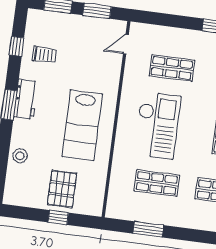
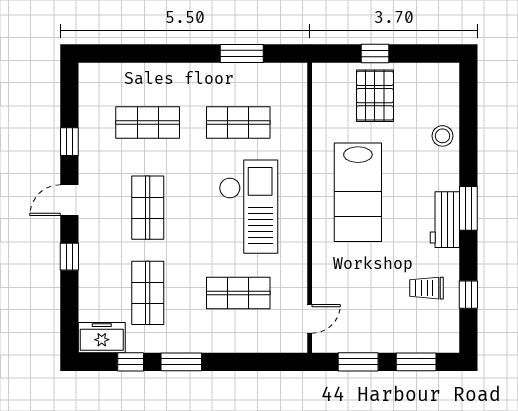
lab bench: (82, 125) -> (358, 192), turned 180
checkout: (157, 125) -> (248, 207), turned 180

